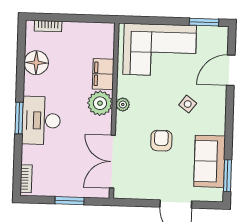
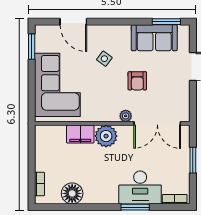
plant: (123, 104) -> (126, 116), moved
window: (19, 118) -> (135, 207), moved
desk: (41, 121) -> (140, 187), moved
armchair: (161, 141) -> (137, 81), turned -90

